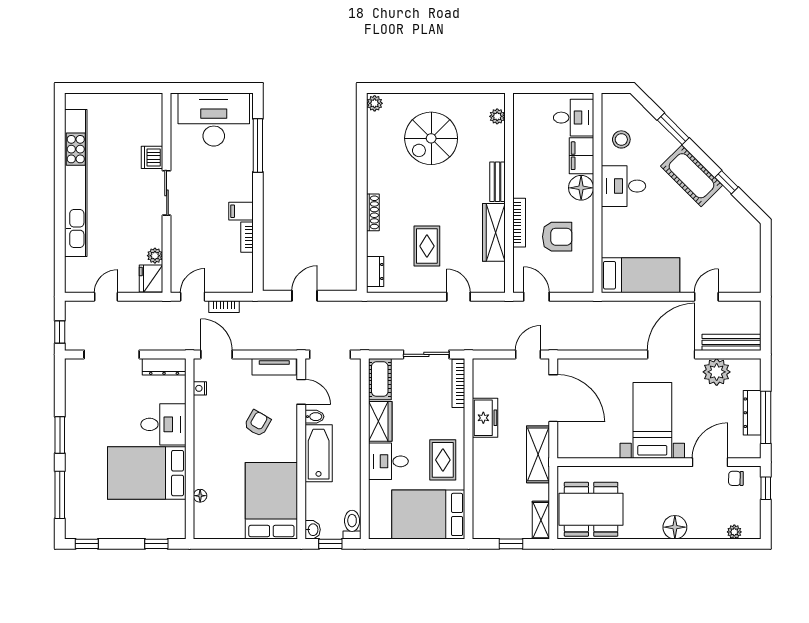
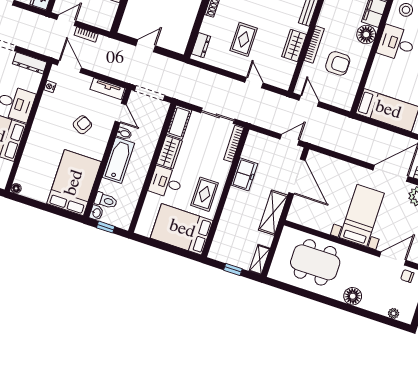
wardrobe: (494, 232) -> (294, 45), width x0.67
floor lamp: (200, 496) -> (16, 188), moved
dining table: (591, 509) -> (315, 262), moved
toilet: (352, 525) -> (106, 201), moved, turned 90

